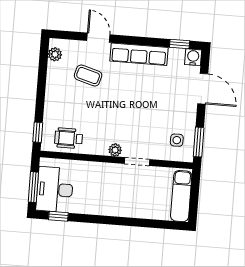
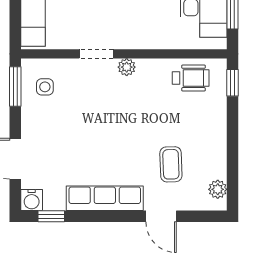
coffee table: (88, 75) -> (171, 164), turned 72

